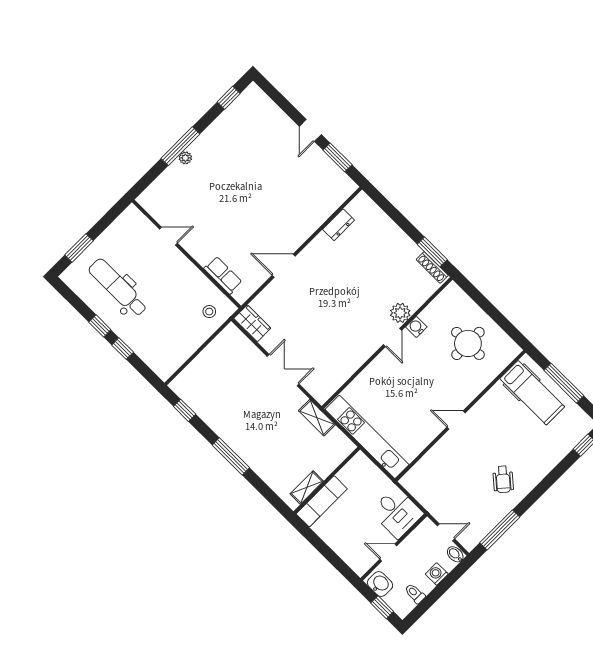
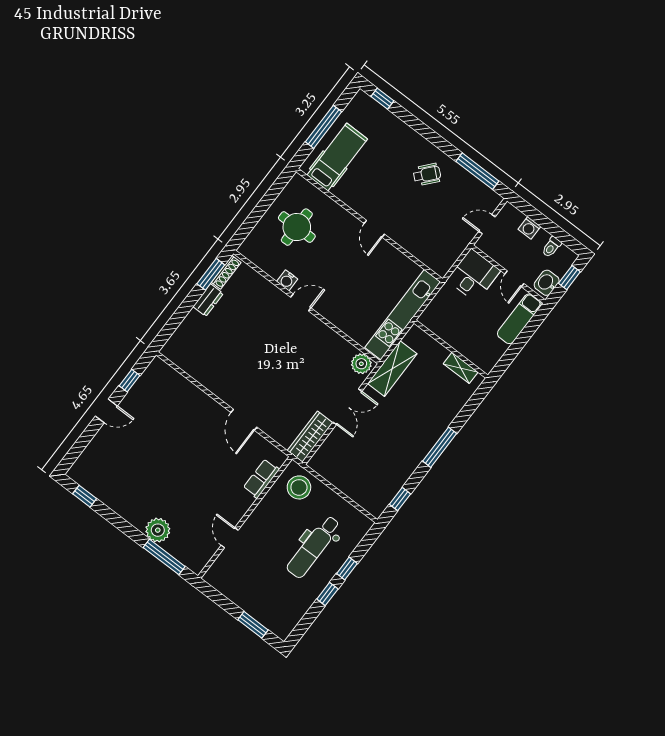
window: (180, 146) -> (164, 557), moved
window: (337, 157) -> (130, 381), width x0.67
plant: (185, 158) -> (158, 530), width x1.87, depth x1.87
dresser: (339, 225) -> (208, 300), moved, turned 90
dental chair: (118, 288) -> (313, 547), moved
stool: (209, 312) -> (299, 487), width x1.89, depth x1.89
plant: (400, 313) -> (361, 364), moved
wardrobe: (252, 323) -> (310, 437), width x1.50
double door: (283, 370) -> (347, 407), swing flipped
shelving: (317, 418) -> (392, 369), width x1.50, depth x1.33
exam couch: (322, 501) -> (519, 319), moved, turned -90
door: (446, 532) -> (487, 224), hinge flipped
bidet: (455, 554) -> (507, 212), removed

